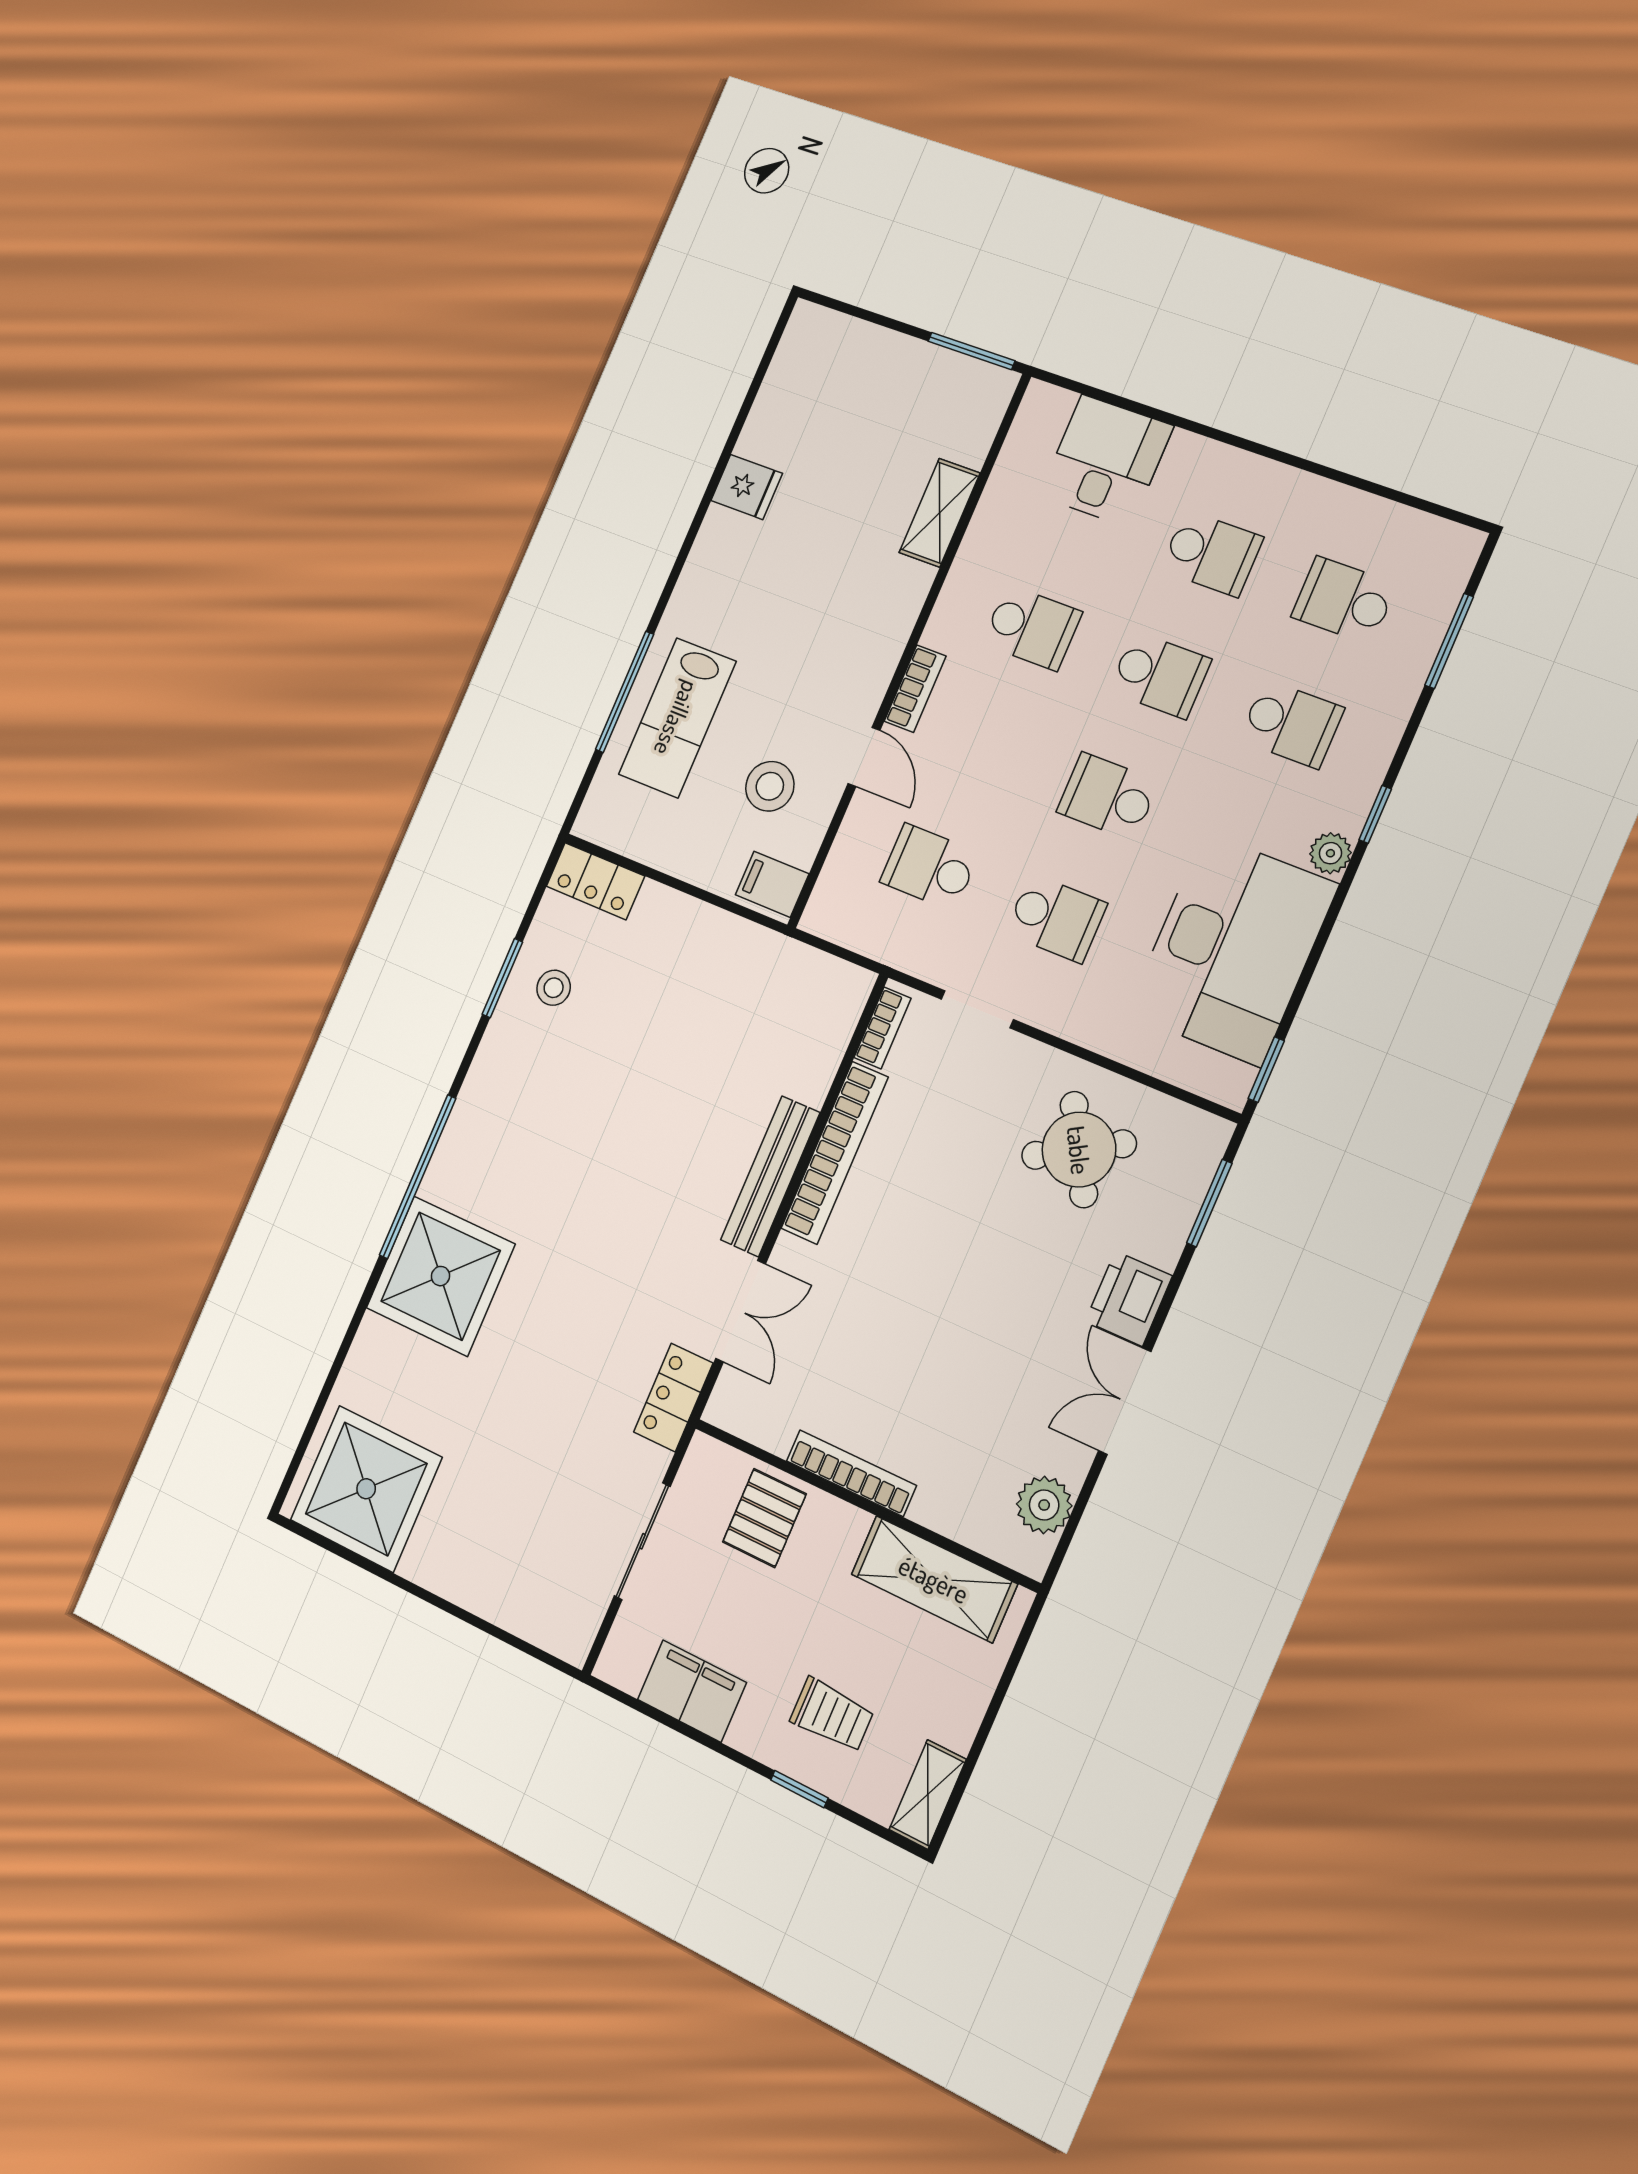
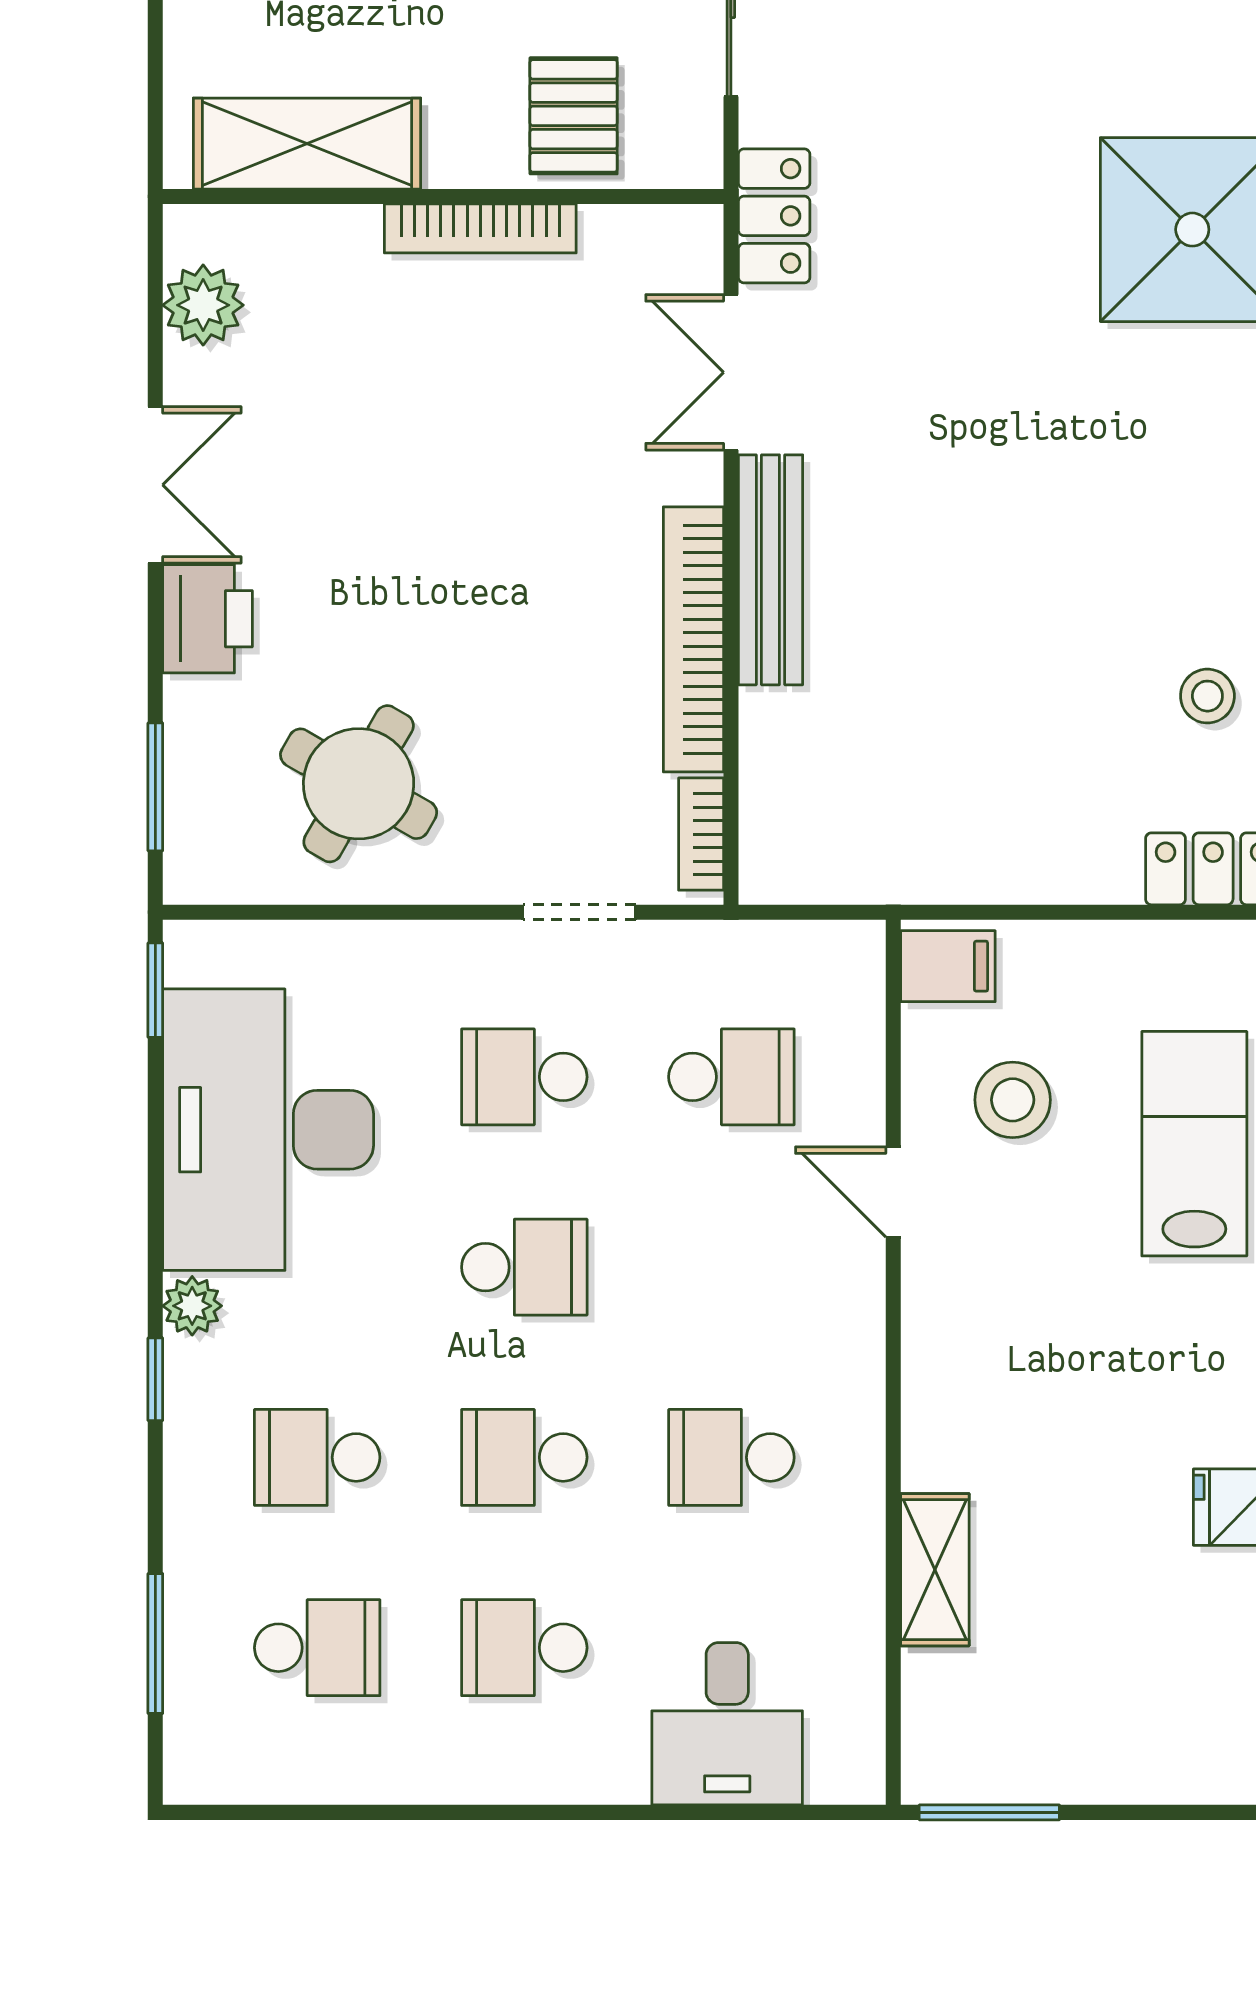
bookcase: (915, 689) -> (861, 1313), removed
round table: (1079, 1150) -> (359, 784), turned -30

